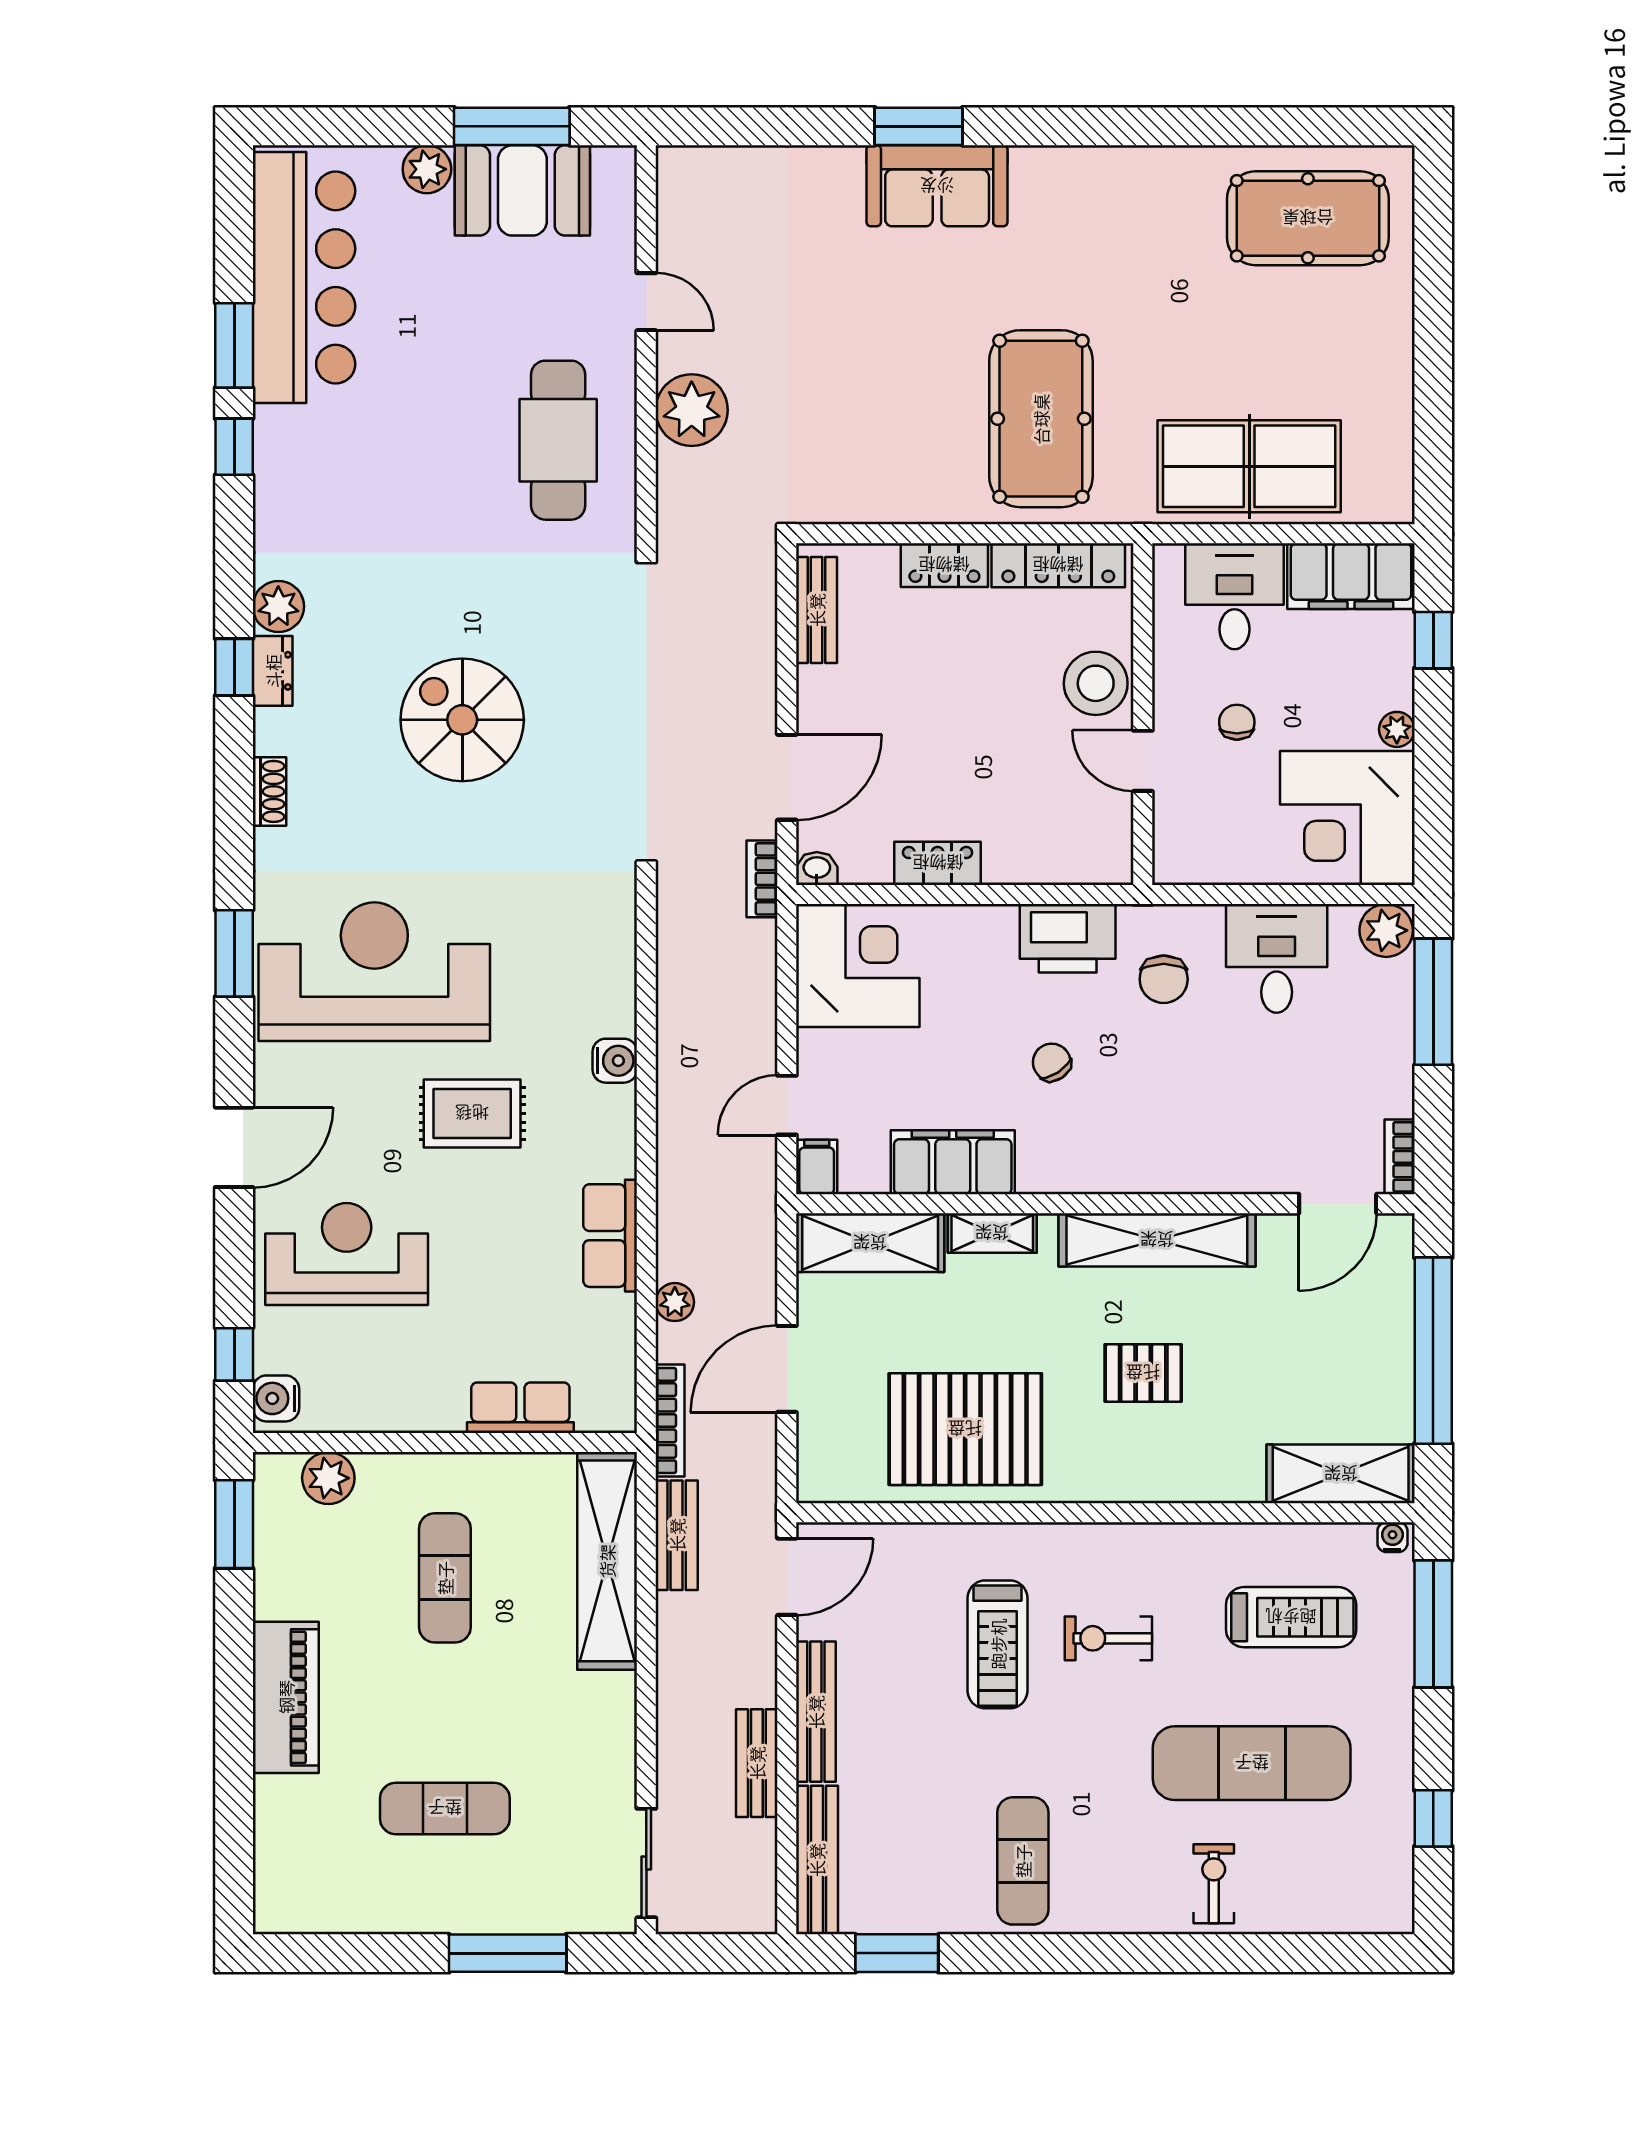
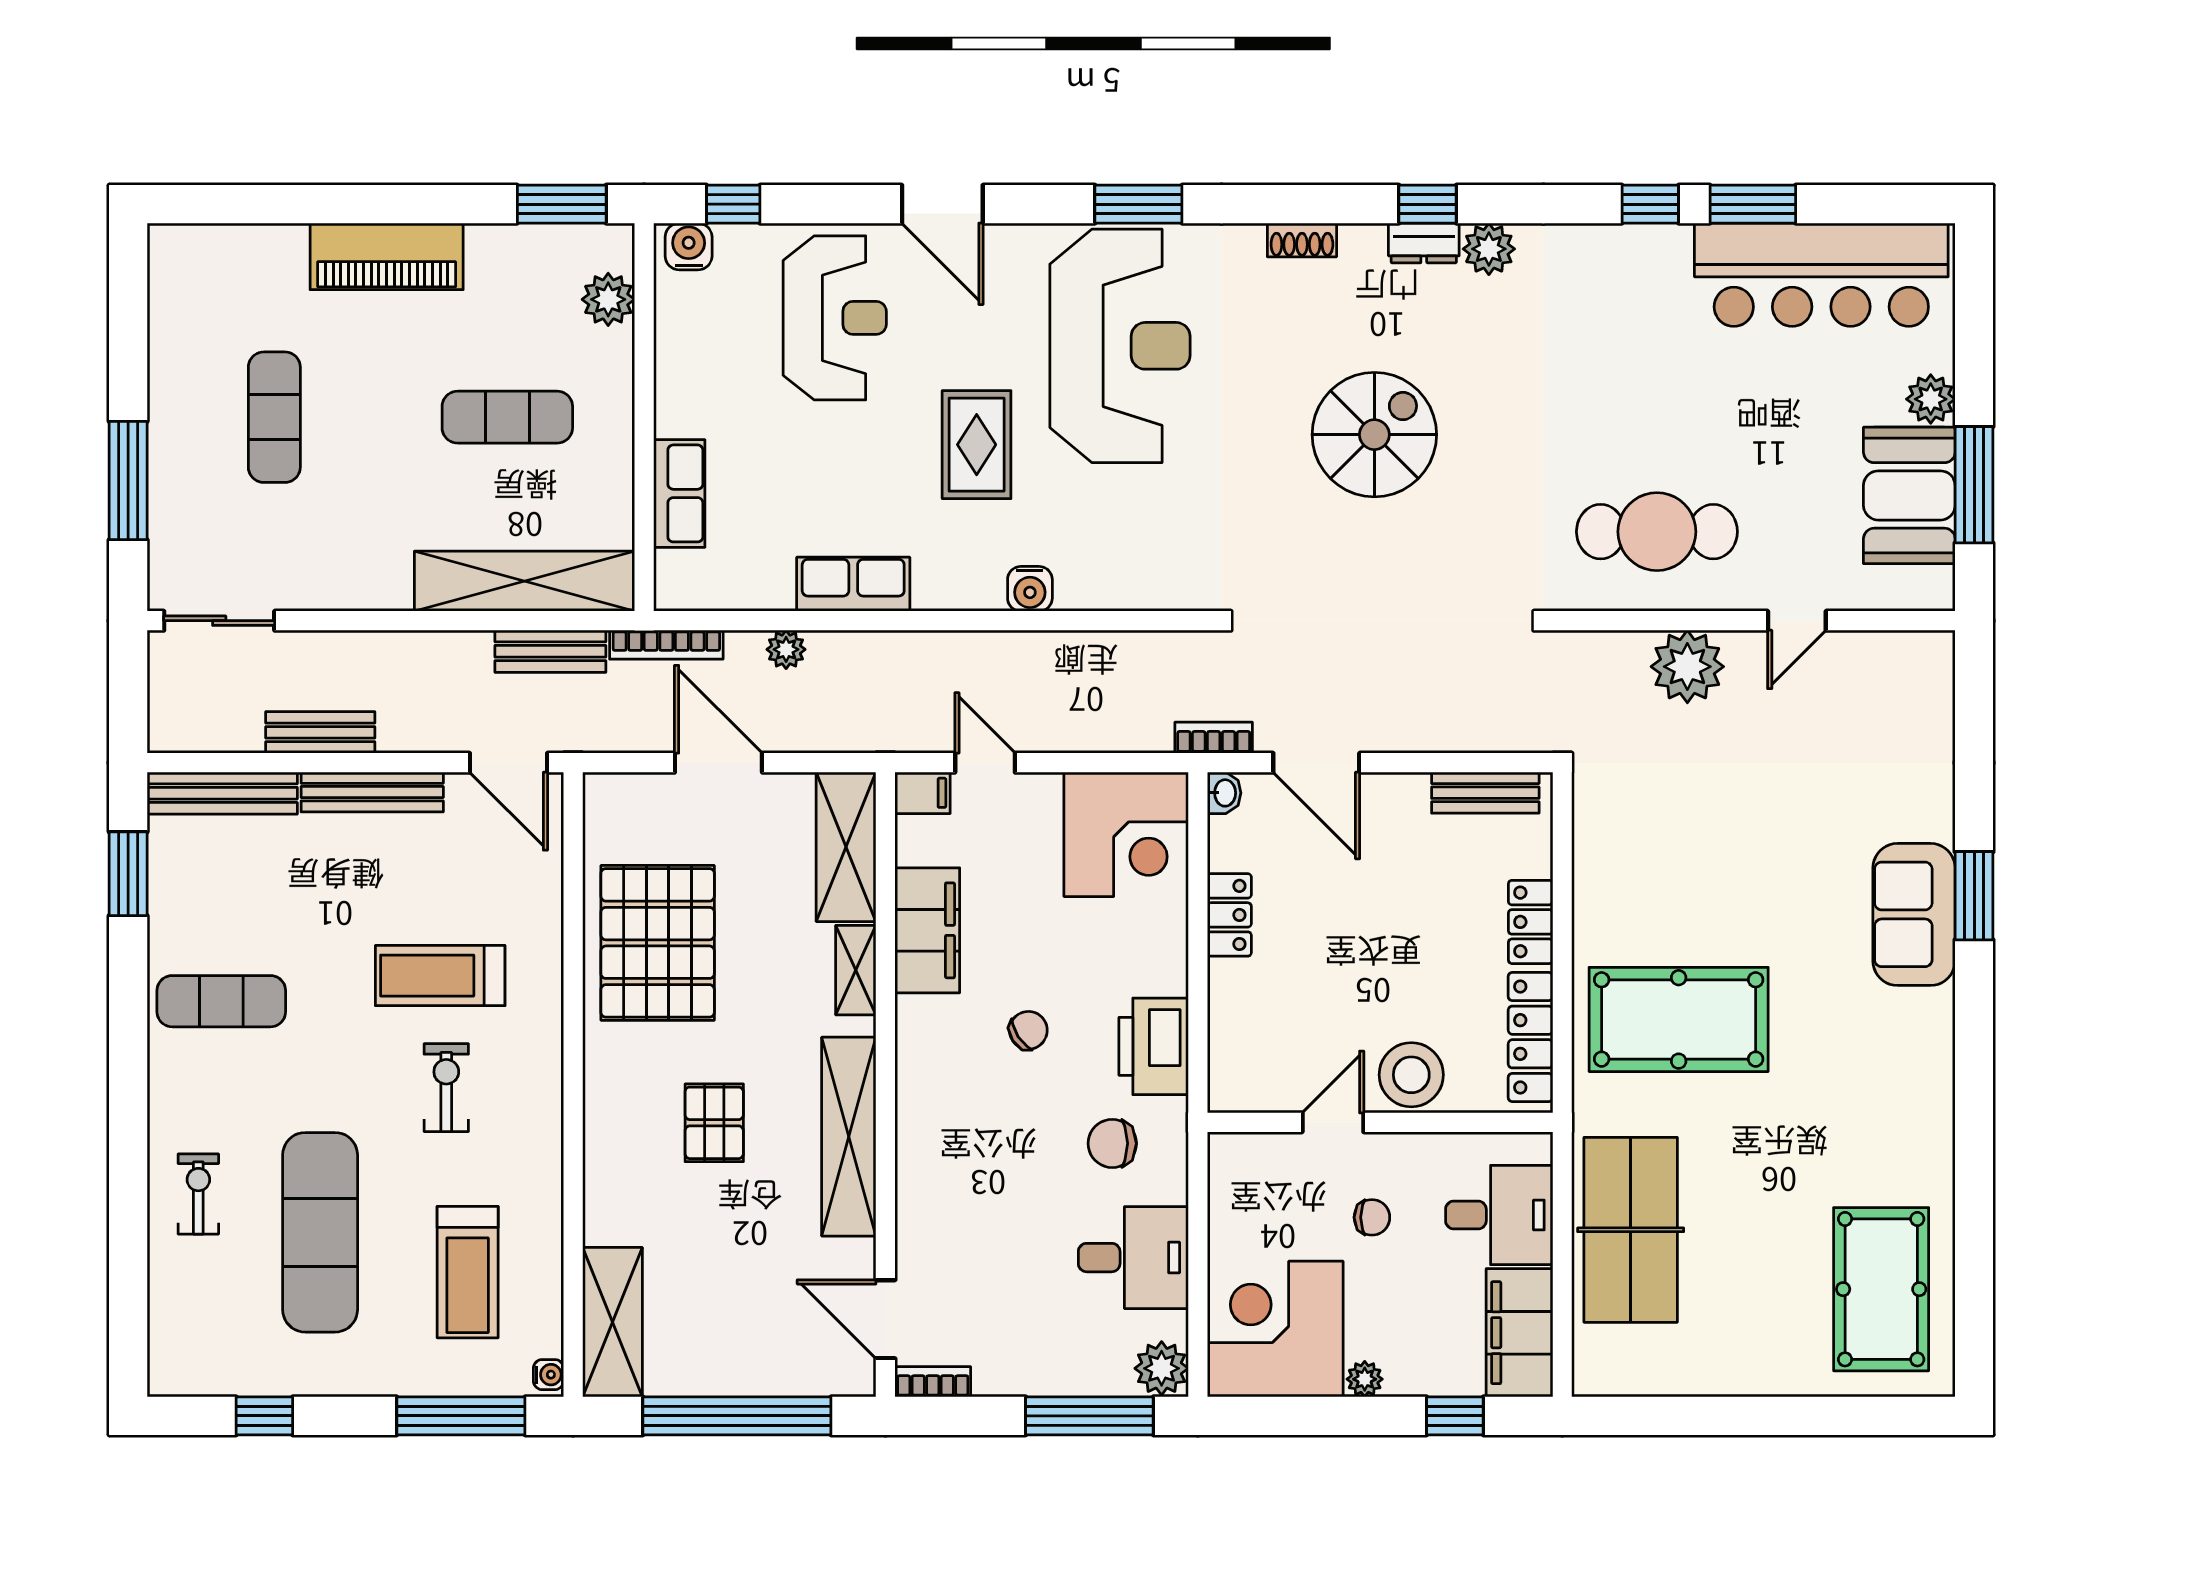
exercise bike: (1214, 1884) -> (198, 1194), turned -90

